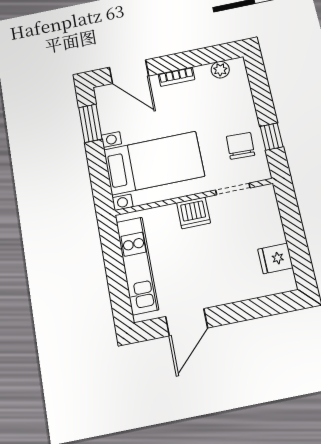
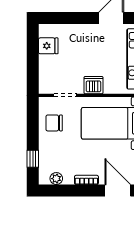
window: (272, 137) -> (33, 159), moved
chair: (241, 146) -> (54, 123), turned 88

